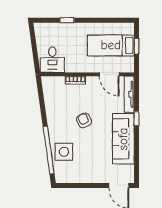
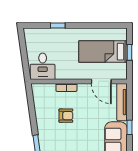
armchair: (84, 121) -> (66, 116), moved, turned 116

